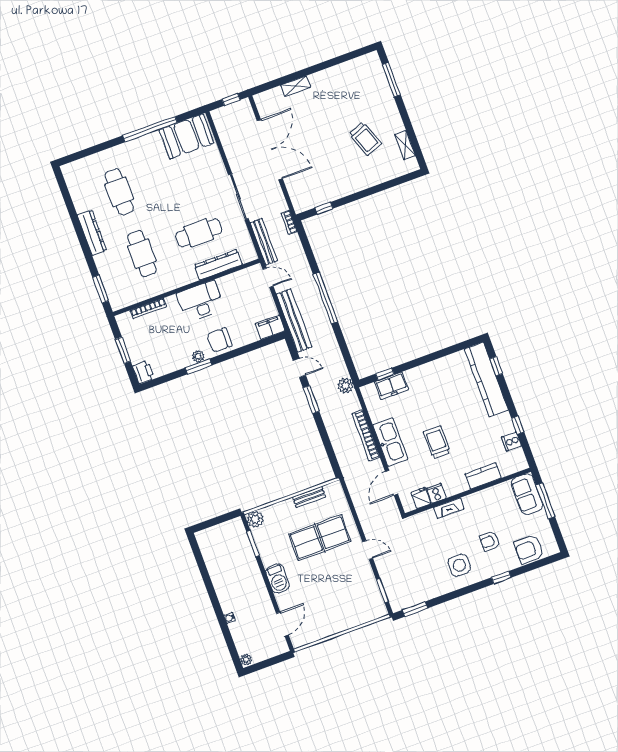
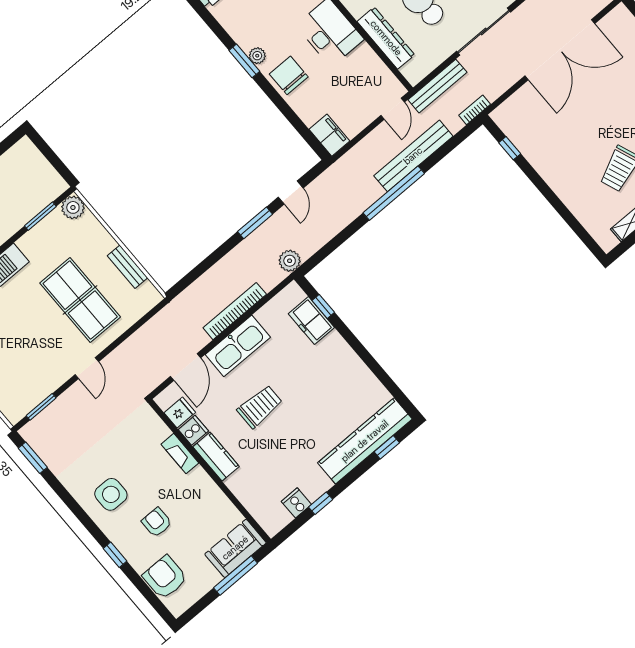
bench: (294, 320) -> (413, 156), moved
kitchen counter: (483, 476) -> (216, 457), moved
door: (392, 483) -> (186, 367), swing flipped

